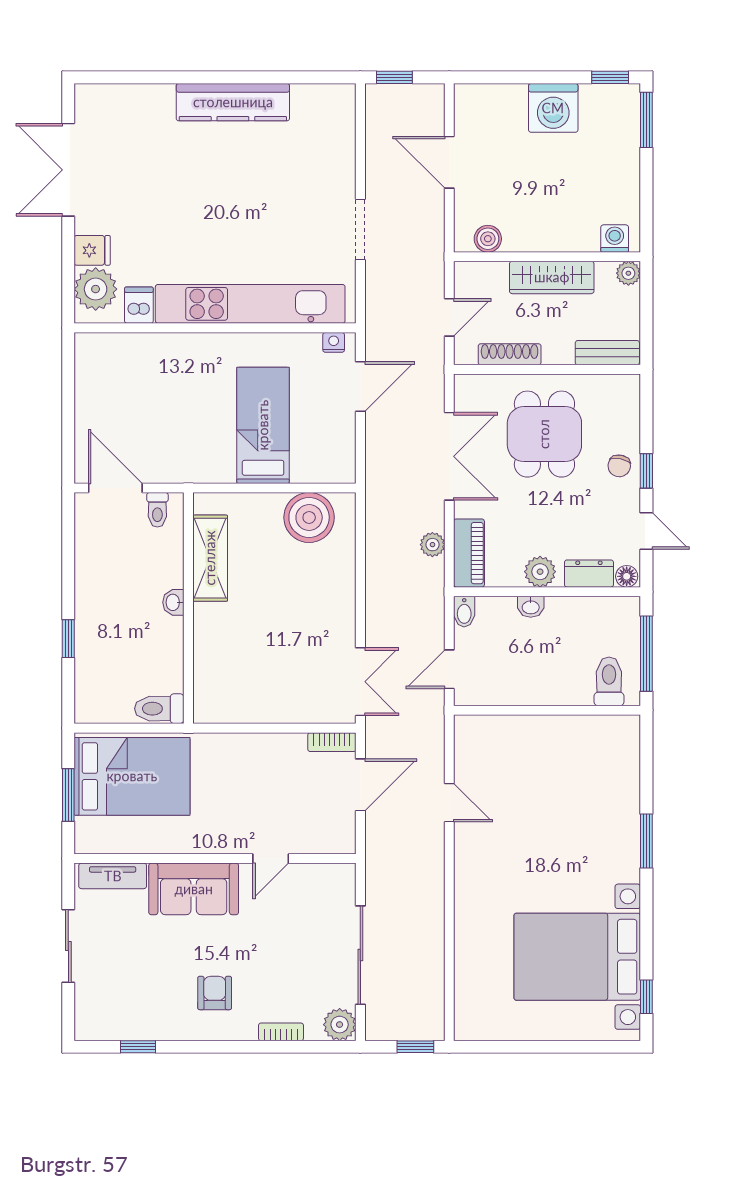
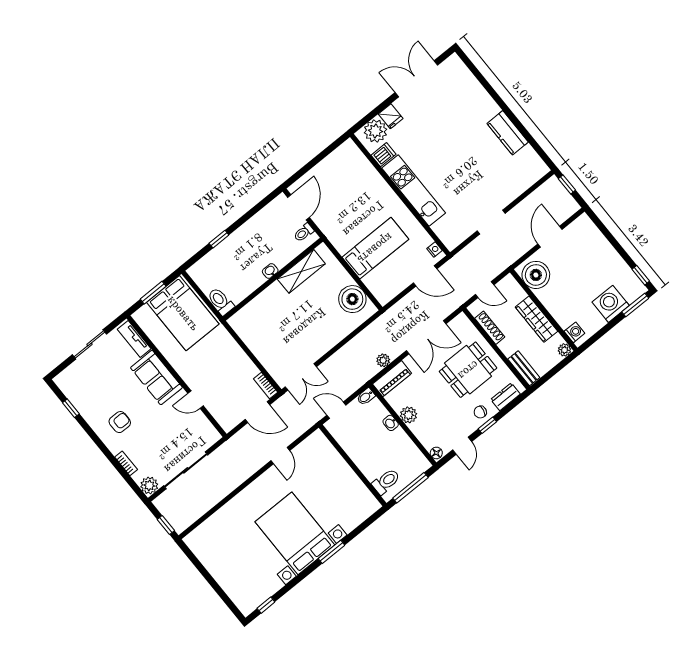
kitchen counter: (233, 102) -> (508, 133), width x0.67
washing machine: (553, 108) -> (611, 304), moved, turned 90
boiler: (488, 239) -> (536, 275), width x1.86, depth x1.86
kitchen unit: (250, 304) -> (414, 191), width x0.73
dresser: (589, 574) -> (505, 397), moved, turned -90
bed with nightstands: (577, 957) -> (295, 533), moved

